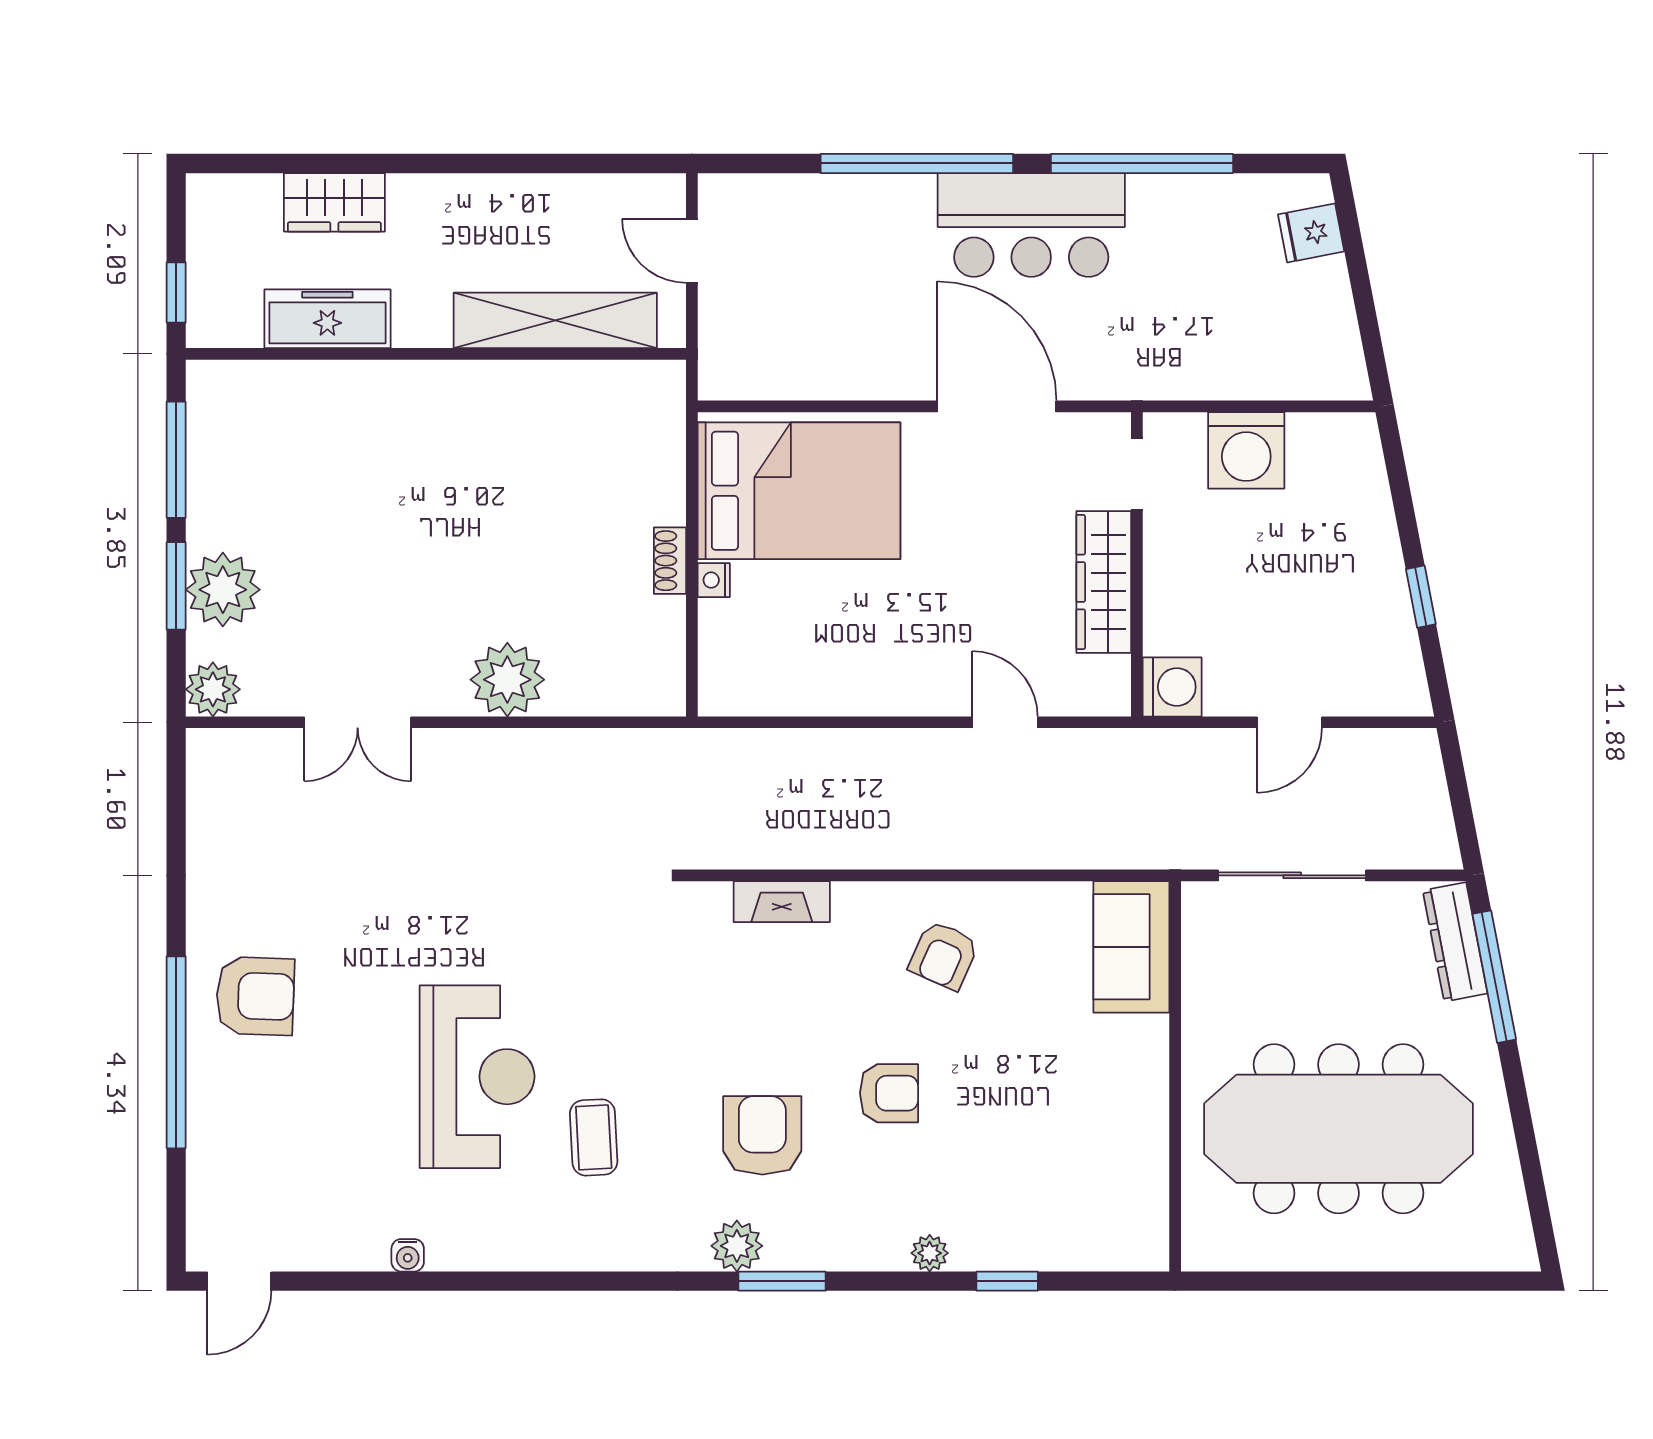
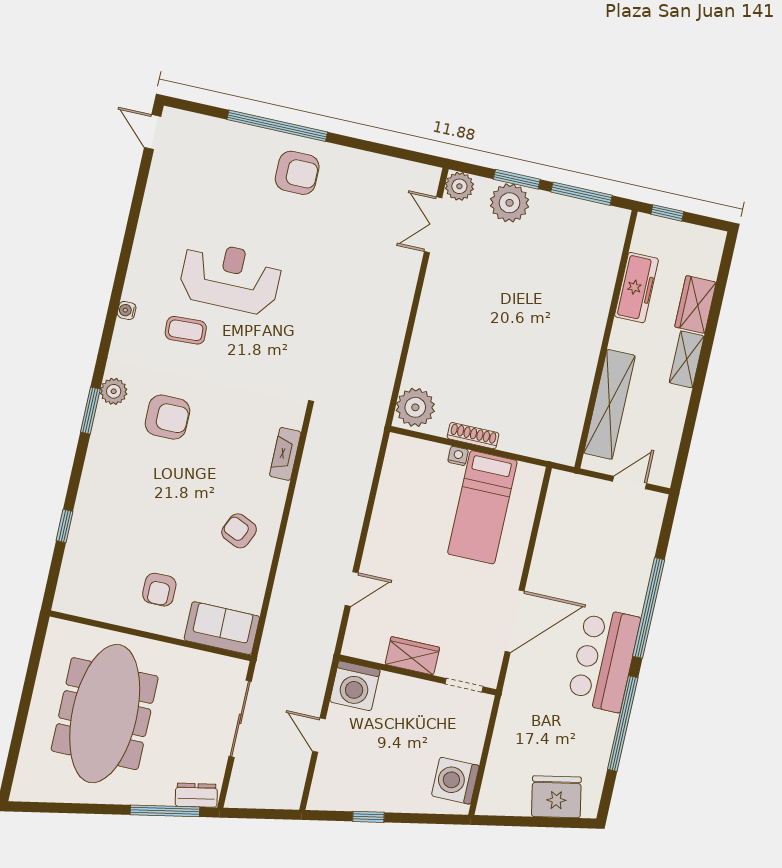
shelving: (440, 196) -> (687, 359), added
fridge: (1311, 233) -> (556, 797), width x1.88, depth x1.34
washing machine: (1246, 450) -> (455, 781), moved
bed: (799, 491) -> (482, 507), width x0.67
shoe rack: (670, 561) -> (473, 436), width x1.43
wardrobe: (1104, 582) -> (412, 656), width x0.67
plant: (507, 680) -> (415, 407), moved
washing machine: (1172, 687) -> (355, 686), width x1.37, depth x1.37
double door: (358, 722) -> (433, 225), moved
dresser: (1455, 942) -> (196, 795), width x0.70
armchair: (255, 996) -> (297, 173), turned -92
reception desk: (477, 1077) -> (230, 277), turned 180
armchair: (889, 1093) -> (159, 590), moved
plant: (930, 1253) -> (88, 489), removed
water cooler: (408, 1255) -> (127, 310), moved

